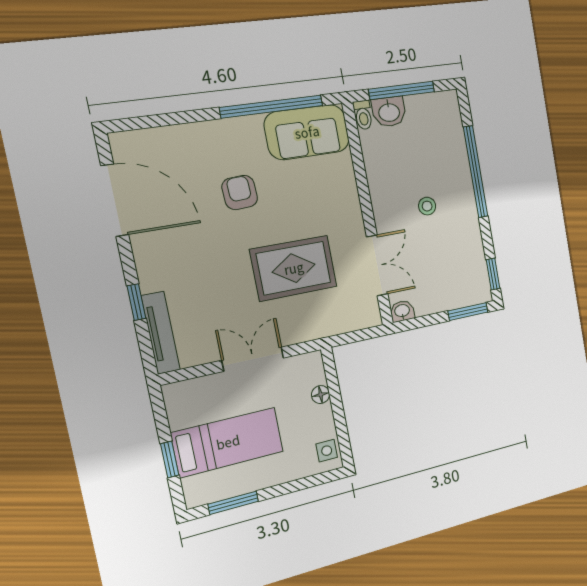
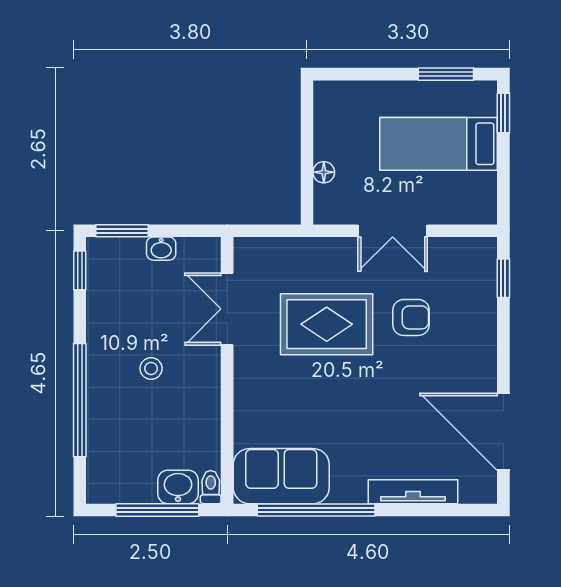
armchair: (240, 193) -> (411, 317), moved, turned -87
window: (136, 302) -> (503, 278), moved
washbasin: (402, 311) -> (161, 249), moved
tv unit: (161, 333) -> (413, 492), moved, turned 90
side table: (327, 451) -> (329, 105), removed
window: (170, 459) -> (503, 113), moved

